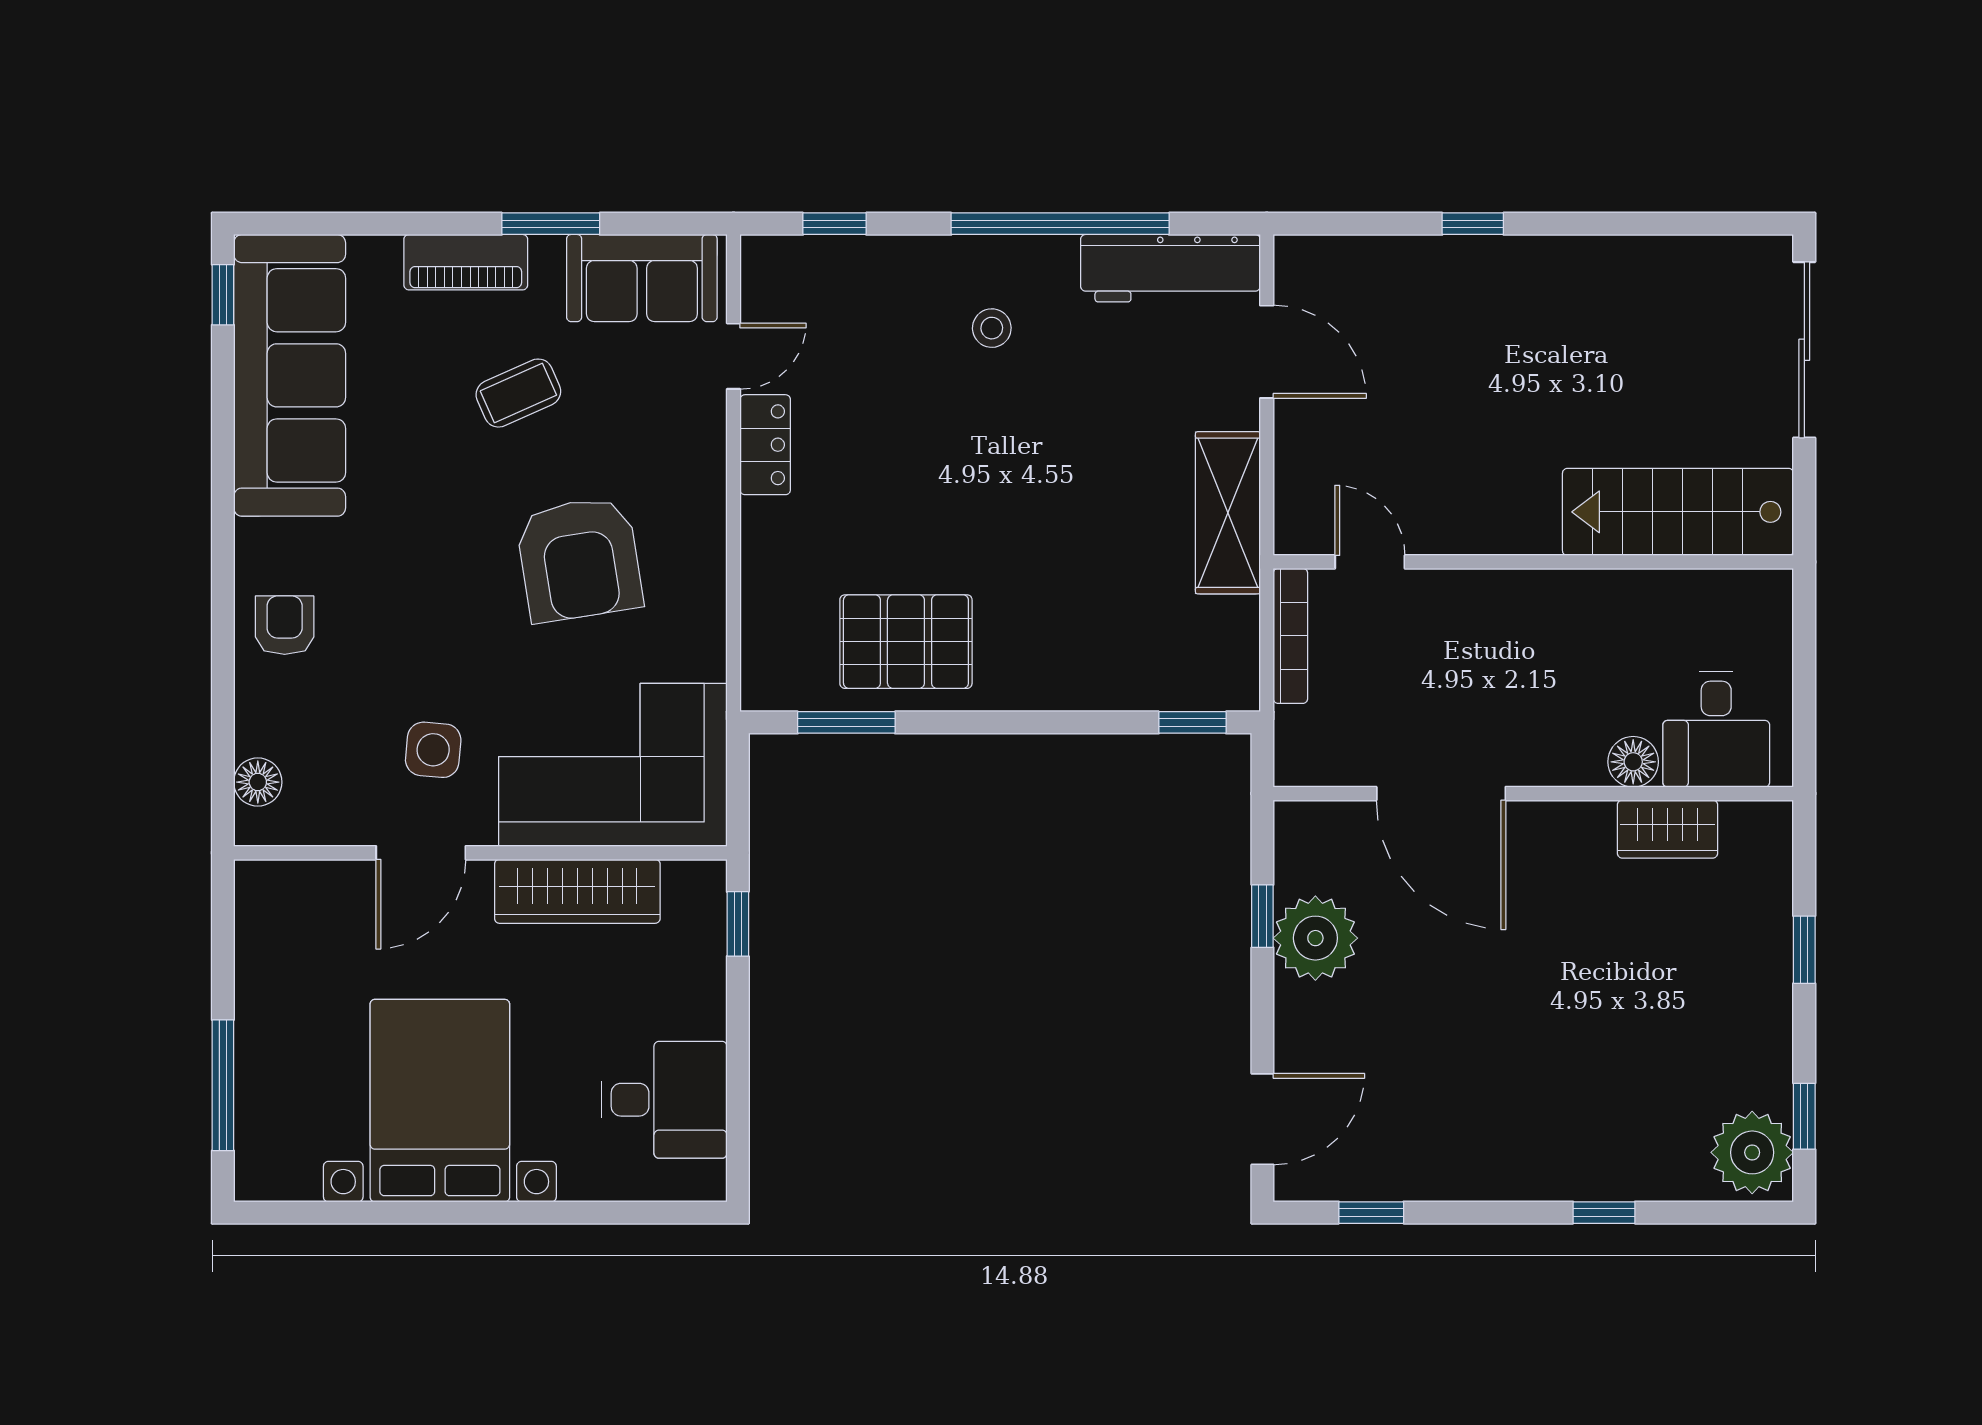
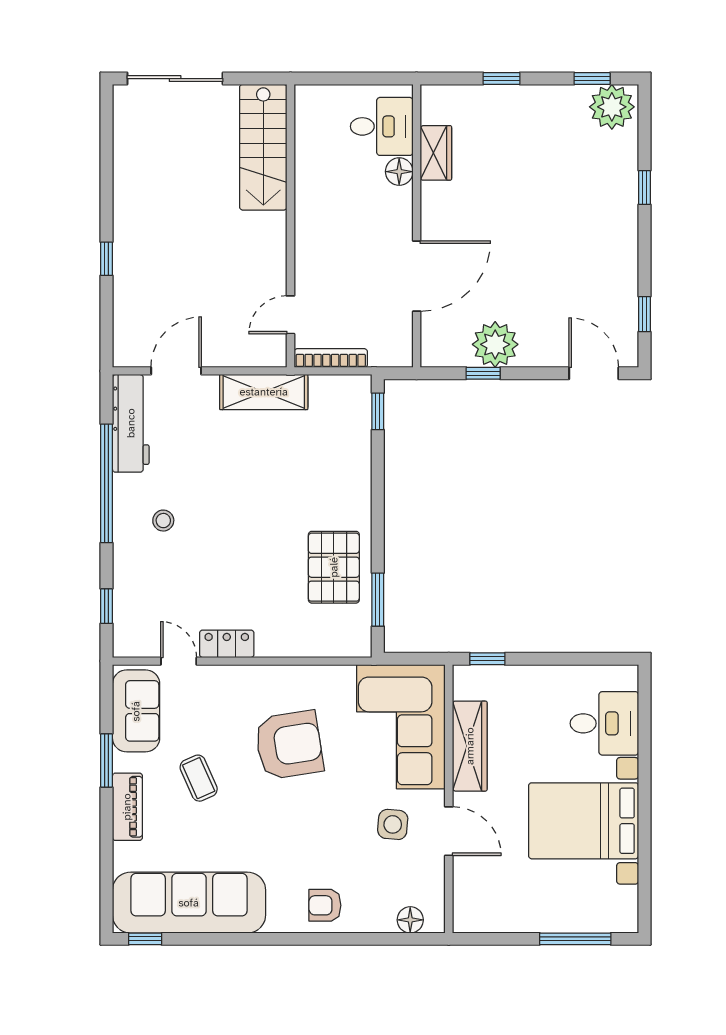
desk: (664, 1100) -> (604, 723), moved, turned 90

